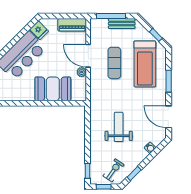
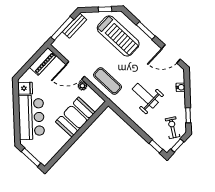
exercise mat: (114, 63) -> (108, 81), moved

